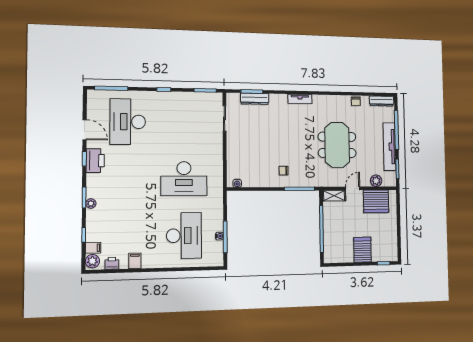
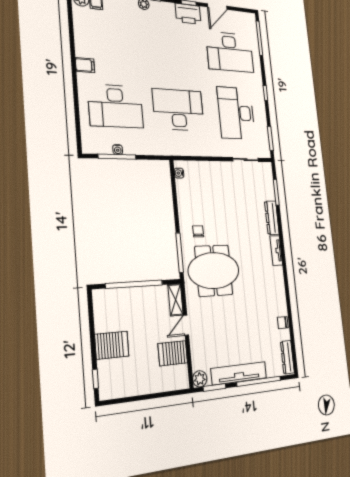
dresser: (255, 99) -> (272, 218), moved
desk: (128, 122) -> (230, 52), turned 180
desk: (184, 122) -> (236, 113), added
meeting table: (337, 145) -> (214, 271), moved
desk: (184, 179) -> (178, 110), turned 90
plant: (376, 181) -> (200, 379), moved
door: (353, 188) -> (186, 325), swing flipped
server rack: (376, 201) -> (173, 353), width x0.62
filing cabinet: (135, 261) -> (85, 65), moved
printer: (112, 263) -> (79, 20), removed

